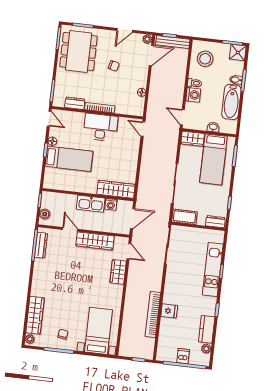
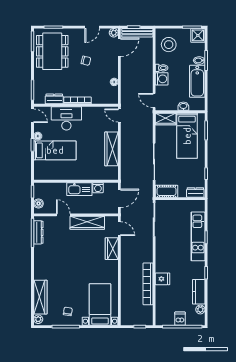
desk: (101, 127) -> (66, 118), moved
wardrobe: (116, 189) -> (111, 149), moved, turned -90

